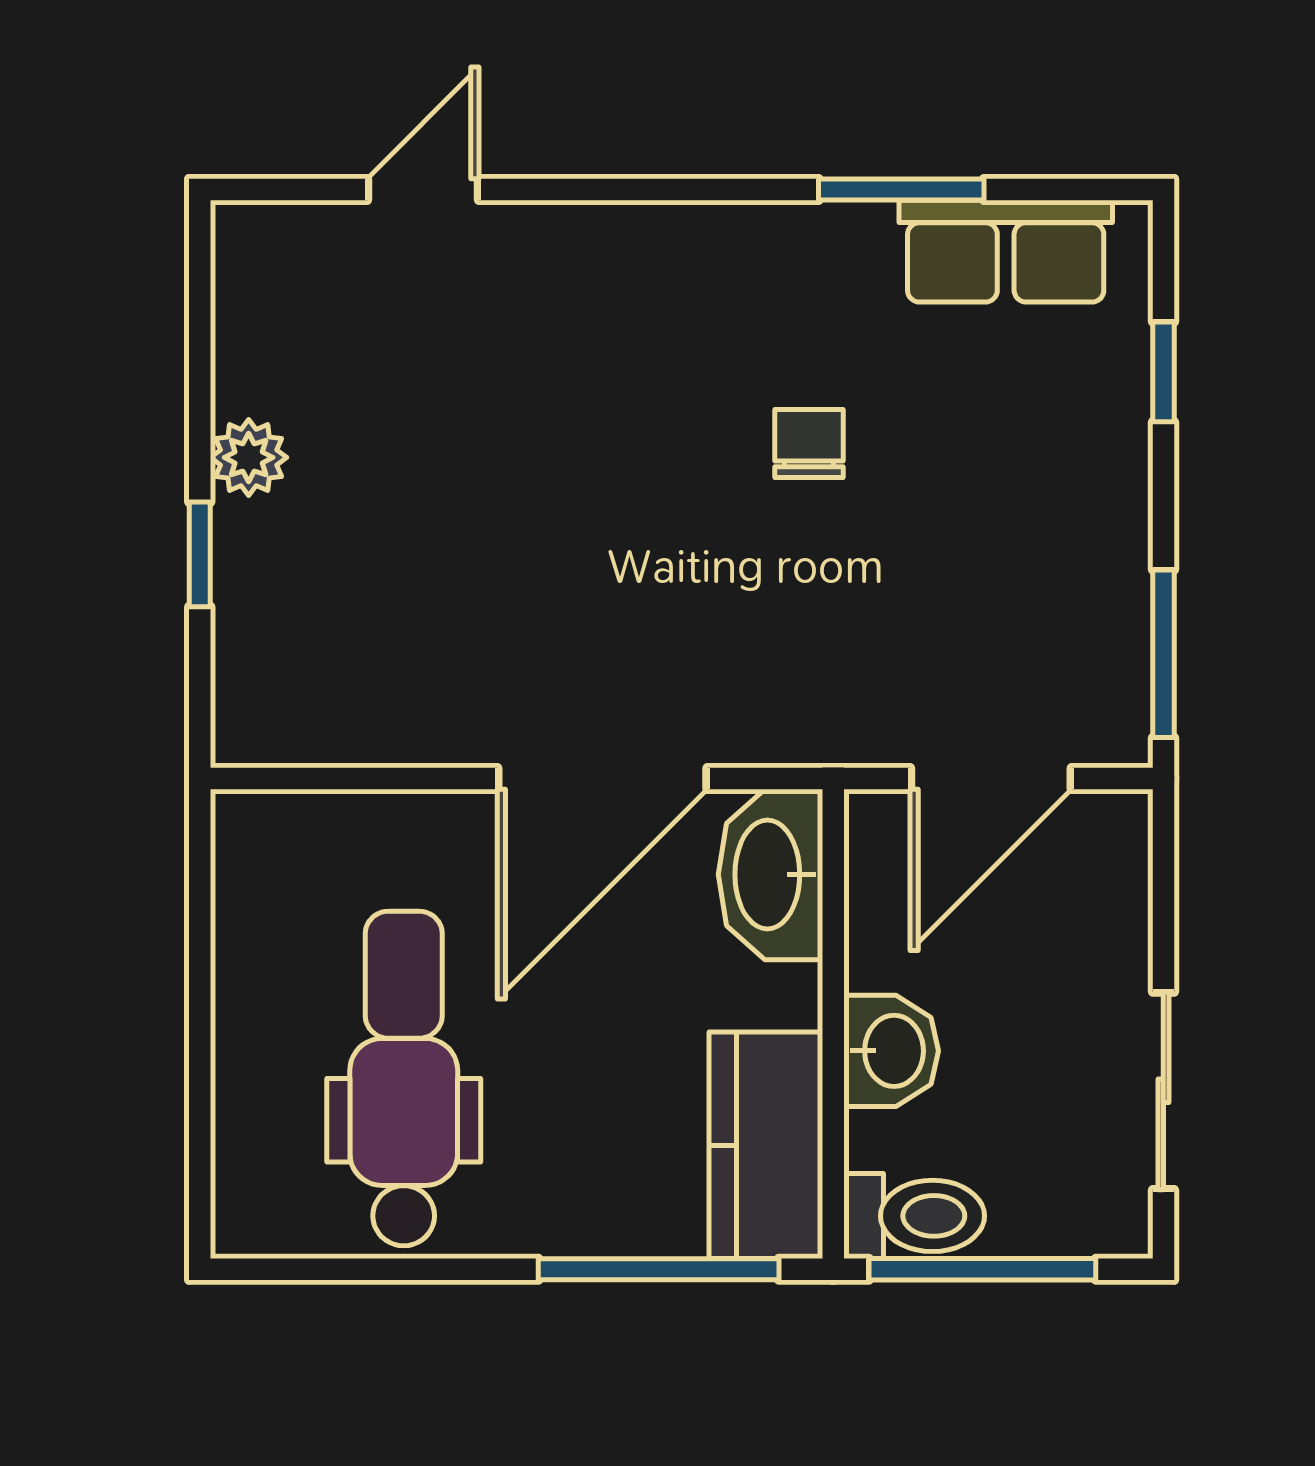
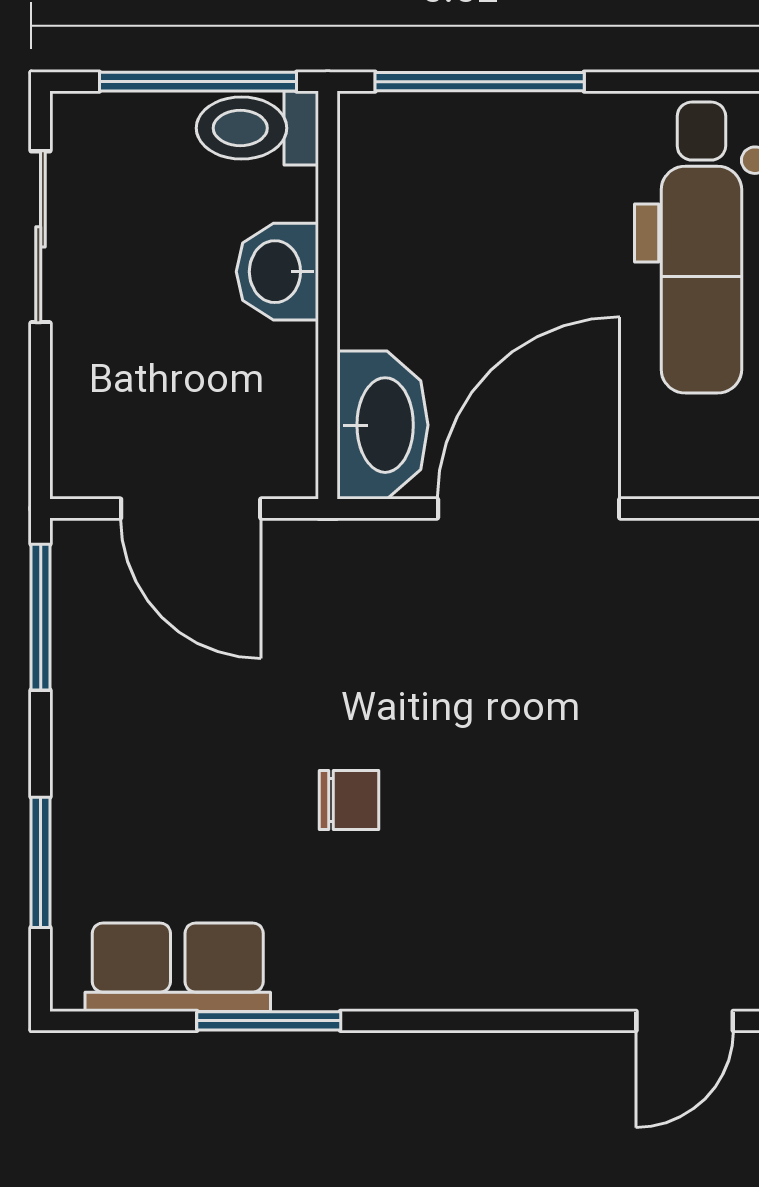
window: (1163, 372) -> (41, 862), width x1.50
chair: (809, 443) -> (349, 800), turned -90
door: (991, 778) -> (191, 509), swing flipped
kitchen counter: (766, 1145) -> (386, 190), removed

